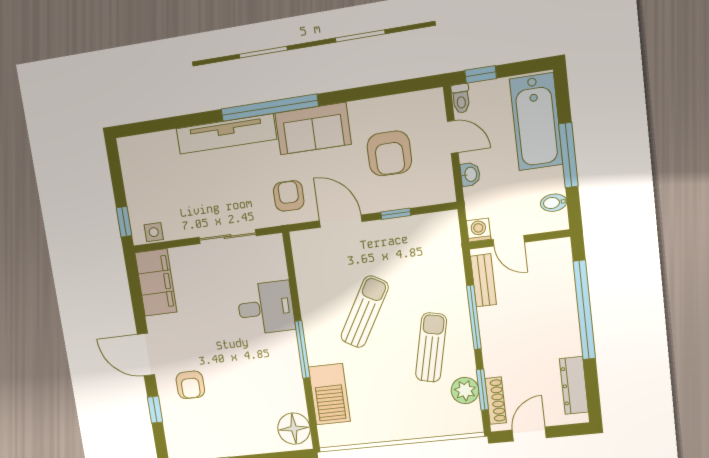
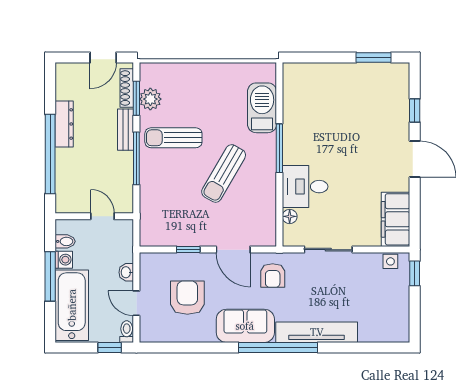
washing machine: (479, 230) -> (64, 260), moved, turned -90
bench: (483, 280) -> (125, 130), moved
sun lounger: (431, 347) -> (173, 138), turned 77
armchair: (190, 385) -> (380, 129), removed
dresser: (574, 385) -> (64, 124), moved
floor lamp: (294, 429) -> (290, 216), moved, width x0.53, depth x0.53

